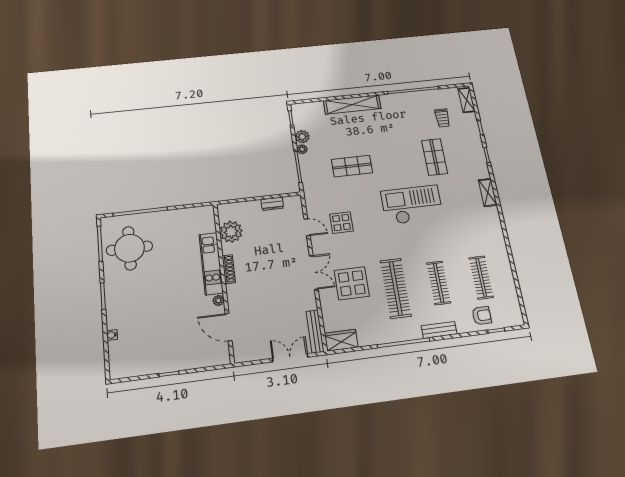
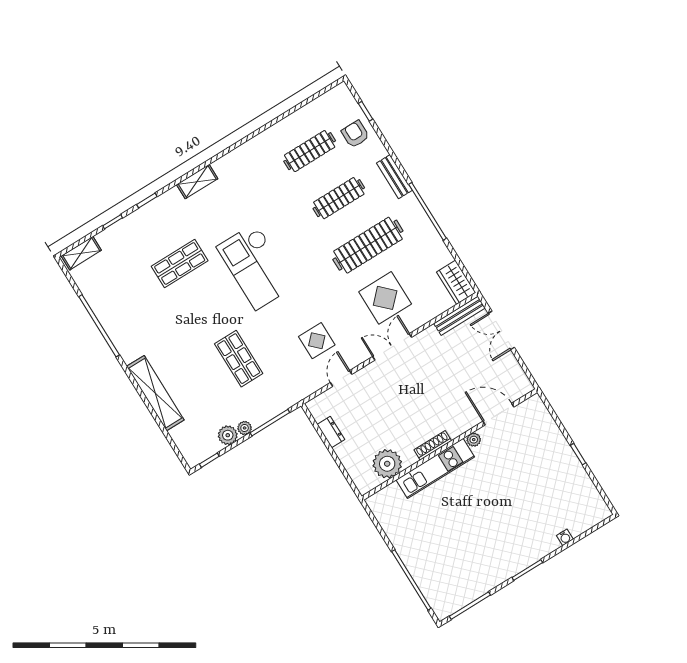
trolley: (442, 118) -> (121, 274), removed
round table: (129, 248) -> (460, 570), removed
door: (229, 327) -> (498, 414), swing flipped

